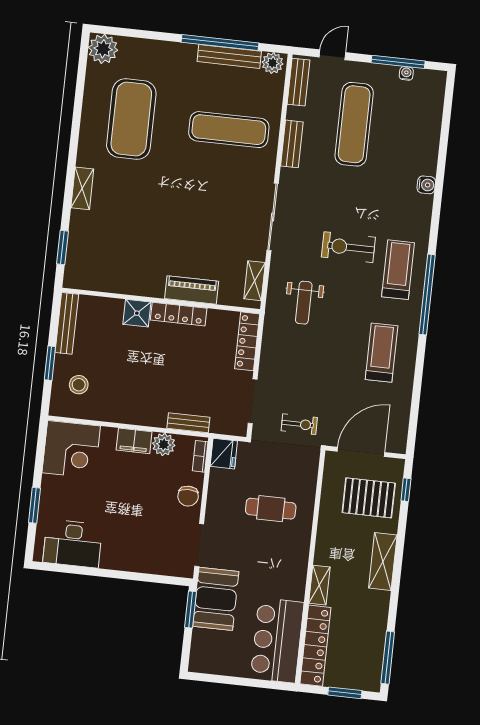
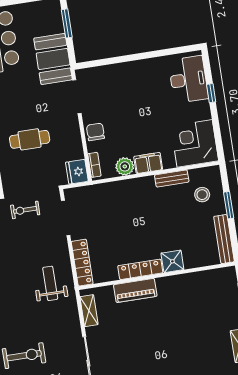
weight bench: (304, 303) -> (50, 283), moved
bench: (188, 423) -> (172, 178), moved
window: (34, 505) -> (211, 93), width x0.67
desk: (73, 544) -> (188, 79), moved, turned 90
window: (191, 609) -> (67, 23), moved

